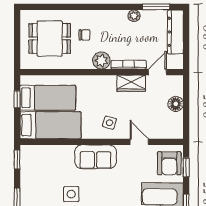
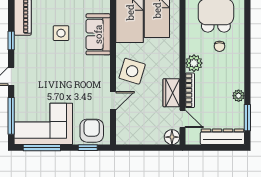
floor lamp: (176, 104) -> (172, 137), moved
side table: (110, 123) -> (132, 71), width x1.87, depth x1.87
sofa: (95, 157) -> (98, 34), moved
armchair: (169, 163) -> (92, 131), turned 90

